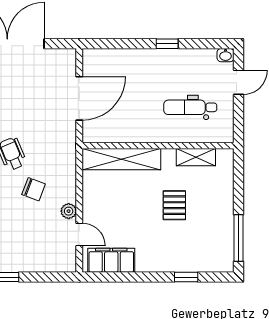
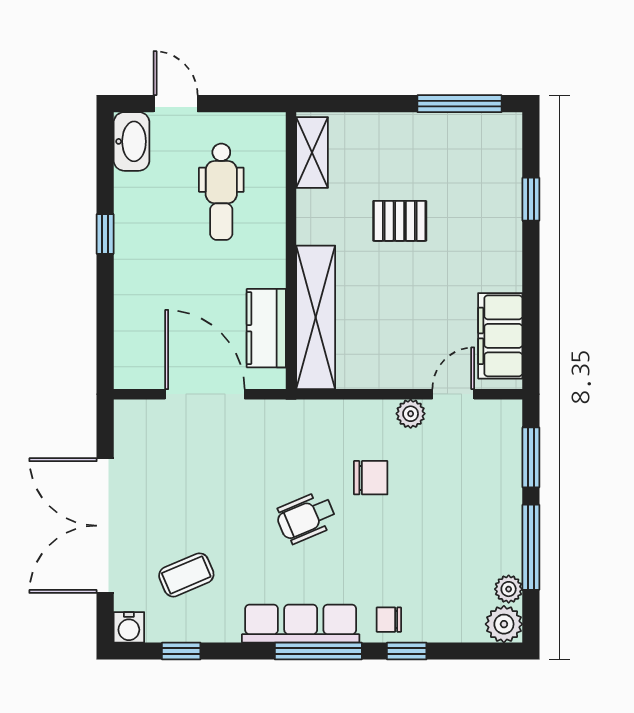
washbasin: (226, 55) -> (132, 141), width x1.91, depth x1.45
kitchen counter: (115, 132) -> (266, 328), added
shelving: (196, 157) -> (312, 152), moved
chair: (34, 189) -> (371, 478), turned 69
window: (45, 277) -> (531, 457), added

